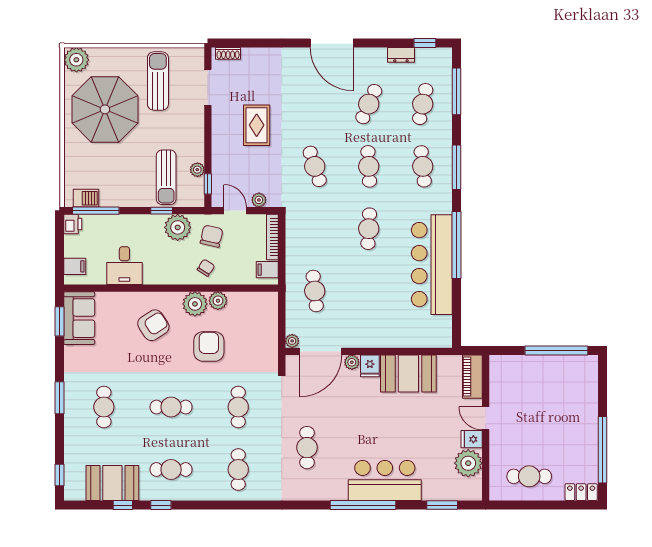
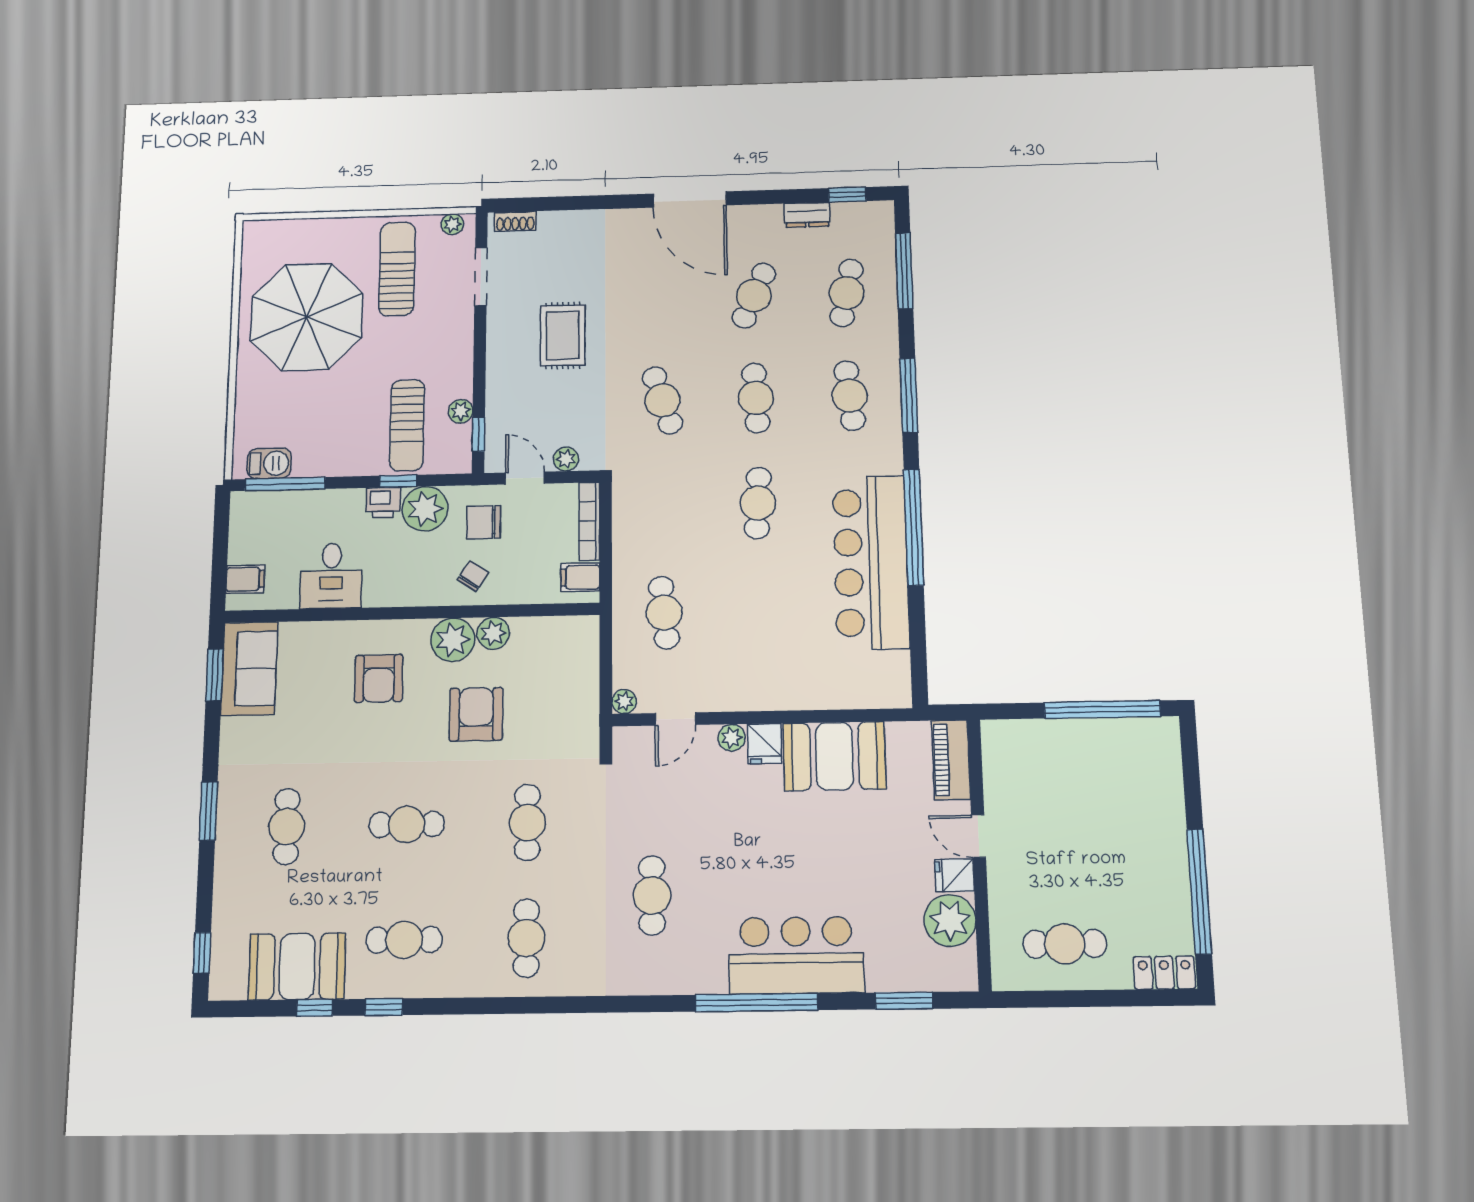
plant: (76, 60) -> (452, 224), moved, width x0.53, depth x0.53
printer: (73, 224) -> (383, 502), moved, turned 90
chair: (212, 236) -> (483, 522), turned -103
armchair: (153, 325) -> (379, 678), turned 123
door: (321, 351) -> (675, 719), width x0.53

